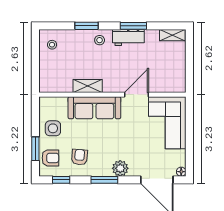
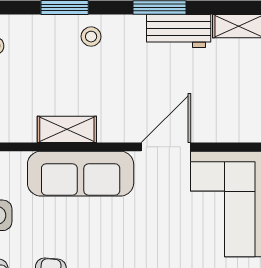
workbench: (128, 37) -> (179, 31), moved

